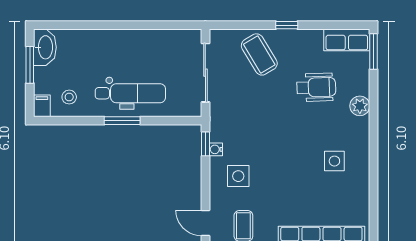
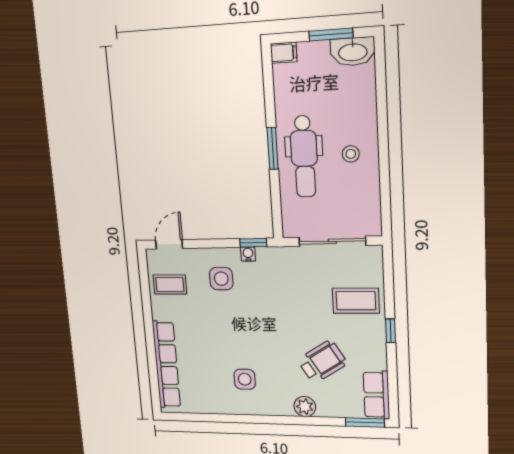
coffee table: (259, 54) -> (356, 301), turned 31
wheelchair: (316, 87) -> (322, 362), turned -120
stool: (69, 97) -> (351, 154), moved

